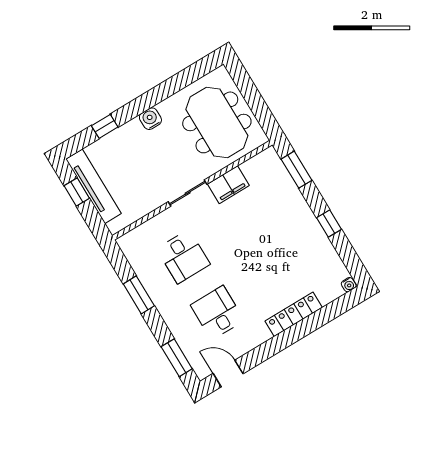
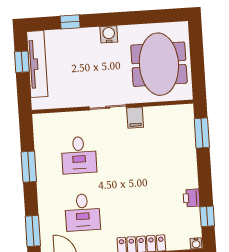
filing cabinet: (228, 185) -> (135, 118), width x0.50
window: (329, 224) -> (207, 216), moved
printer: (320, 241) -> (191, 198), added
desk: (217, 313) -> (83, 212), turned 180

